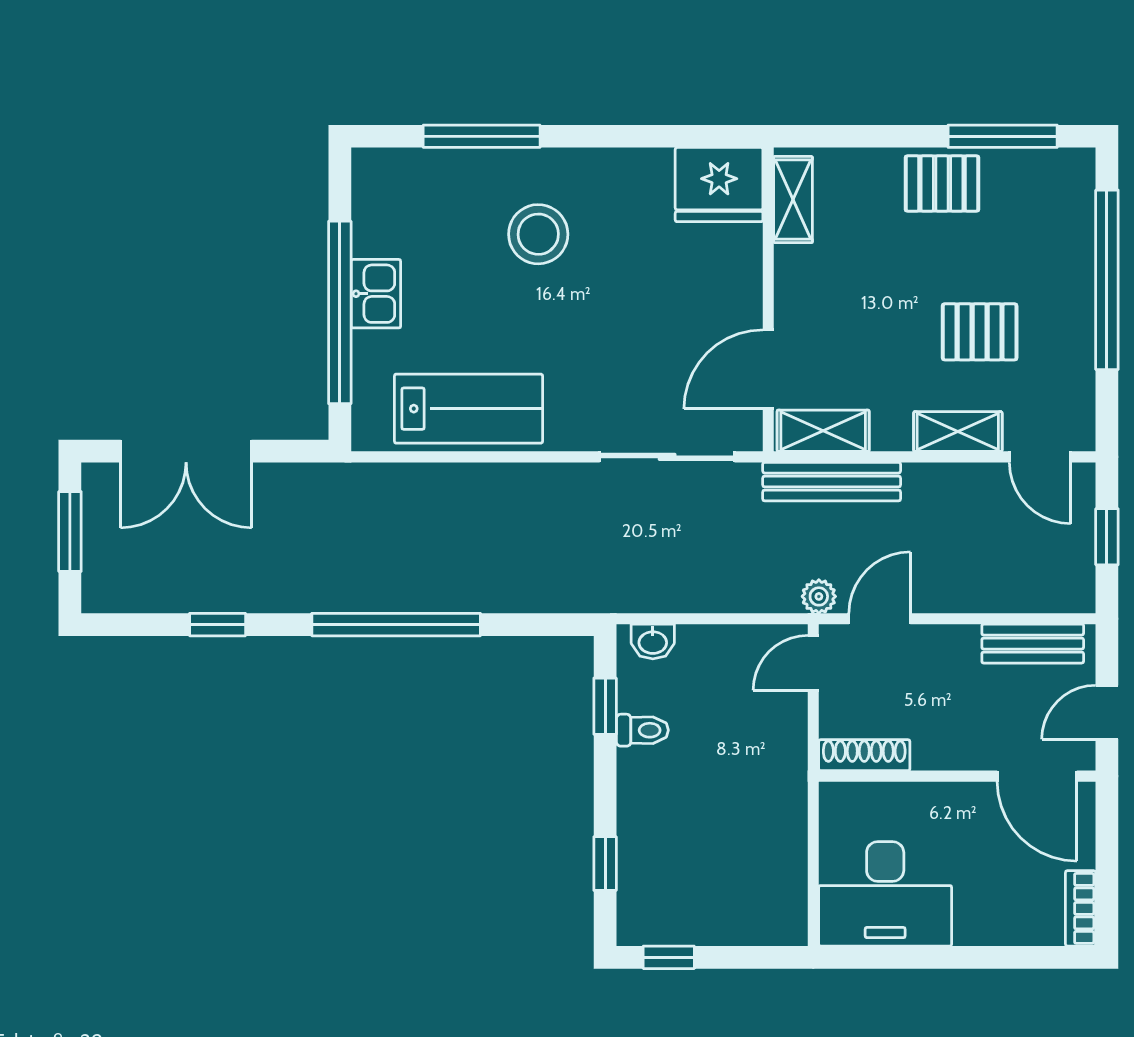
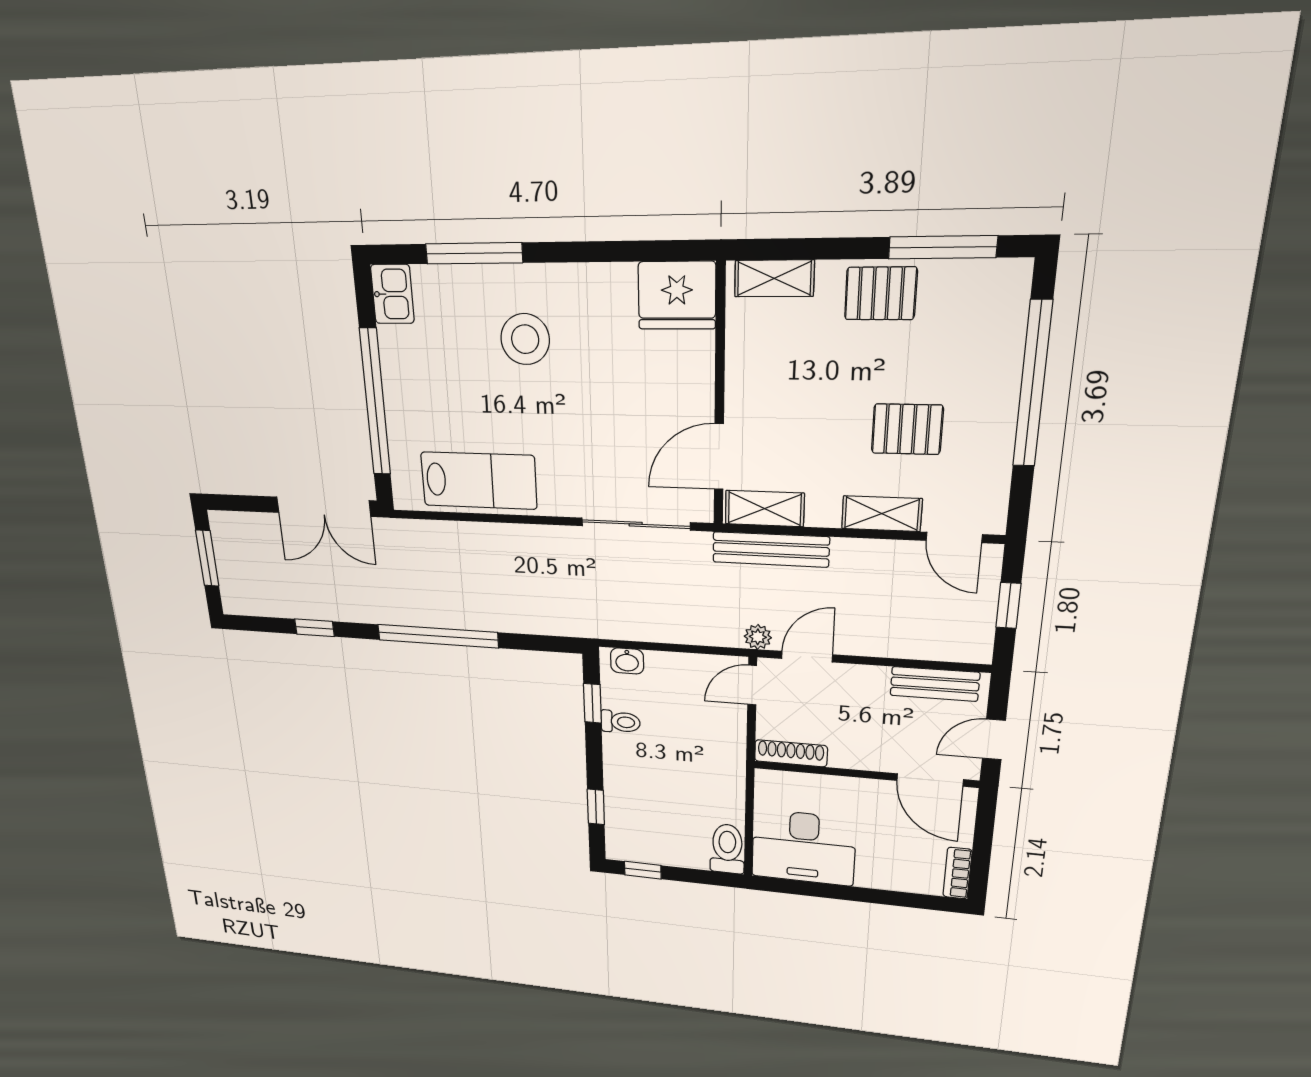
shelving: (793, 200) -> (774, 278), moved, turned 90
kitchen sink: (376, 294) -> (392, 294), moved
double door: (186, 451) -> (323, 507), moved
toilet: (785, 908) -> (727, 849), added

